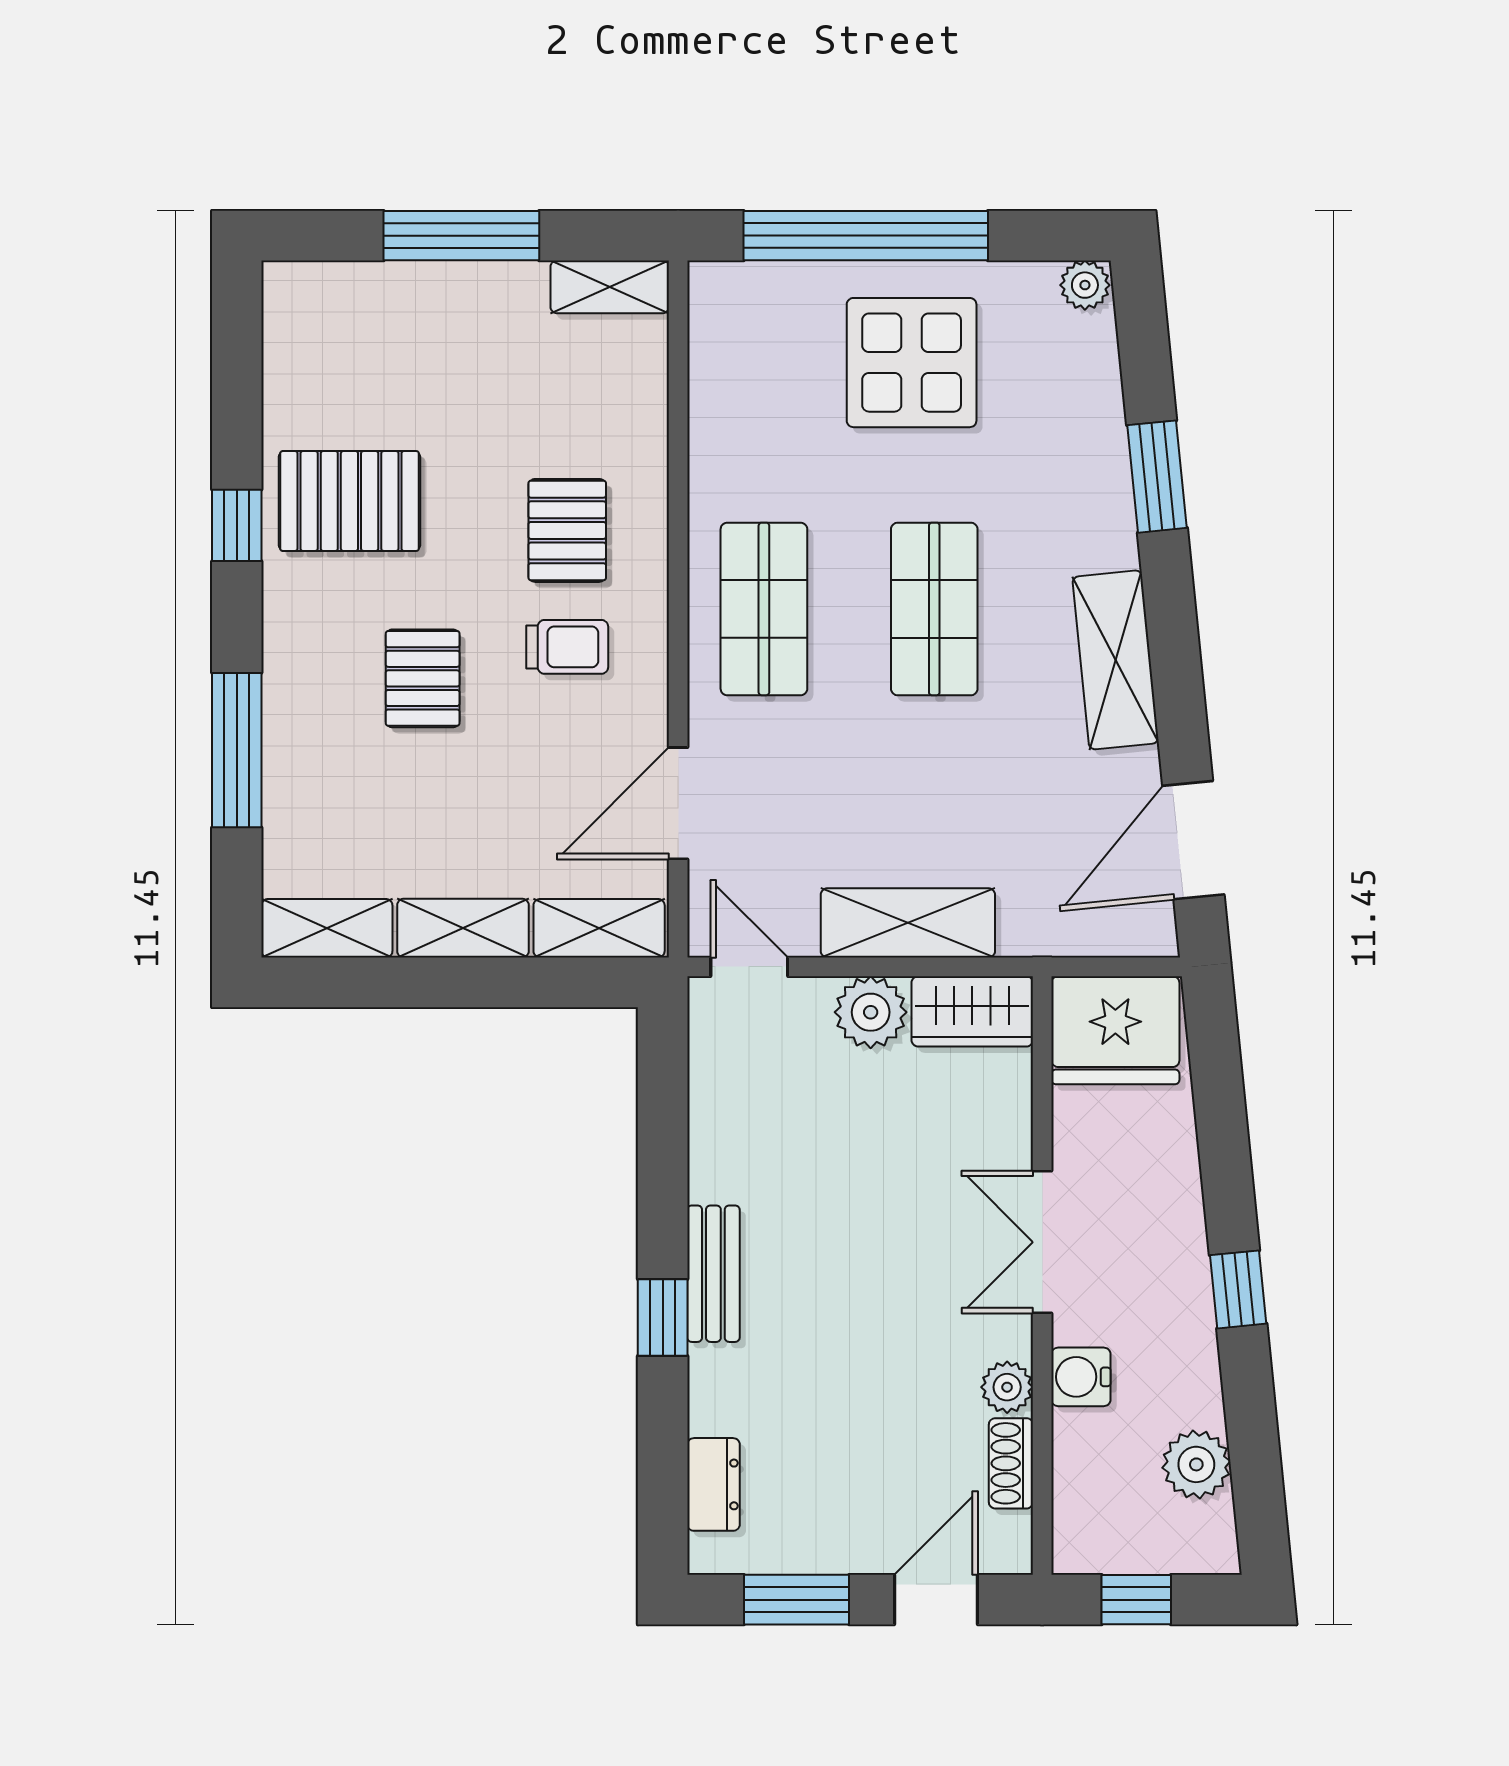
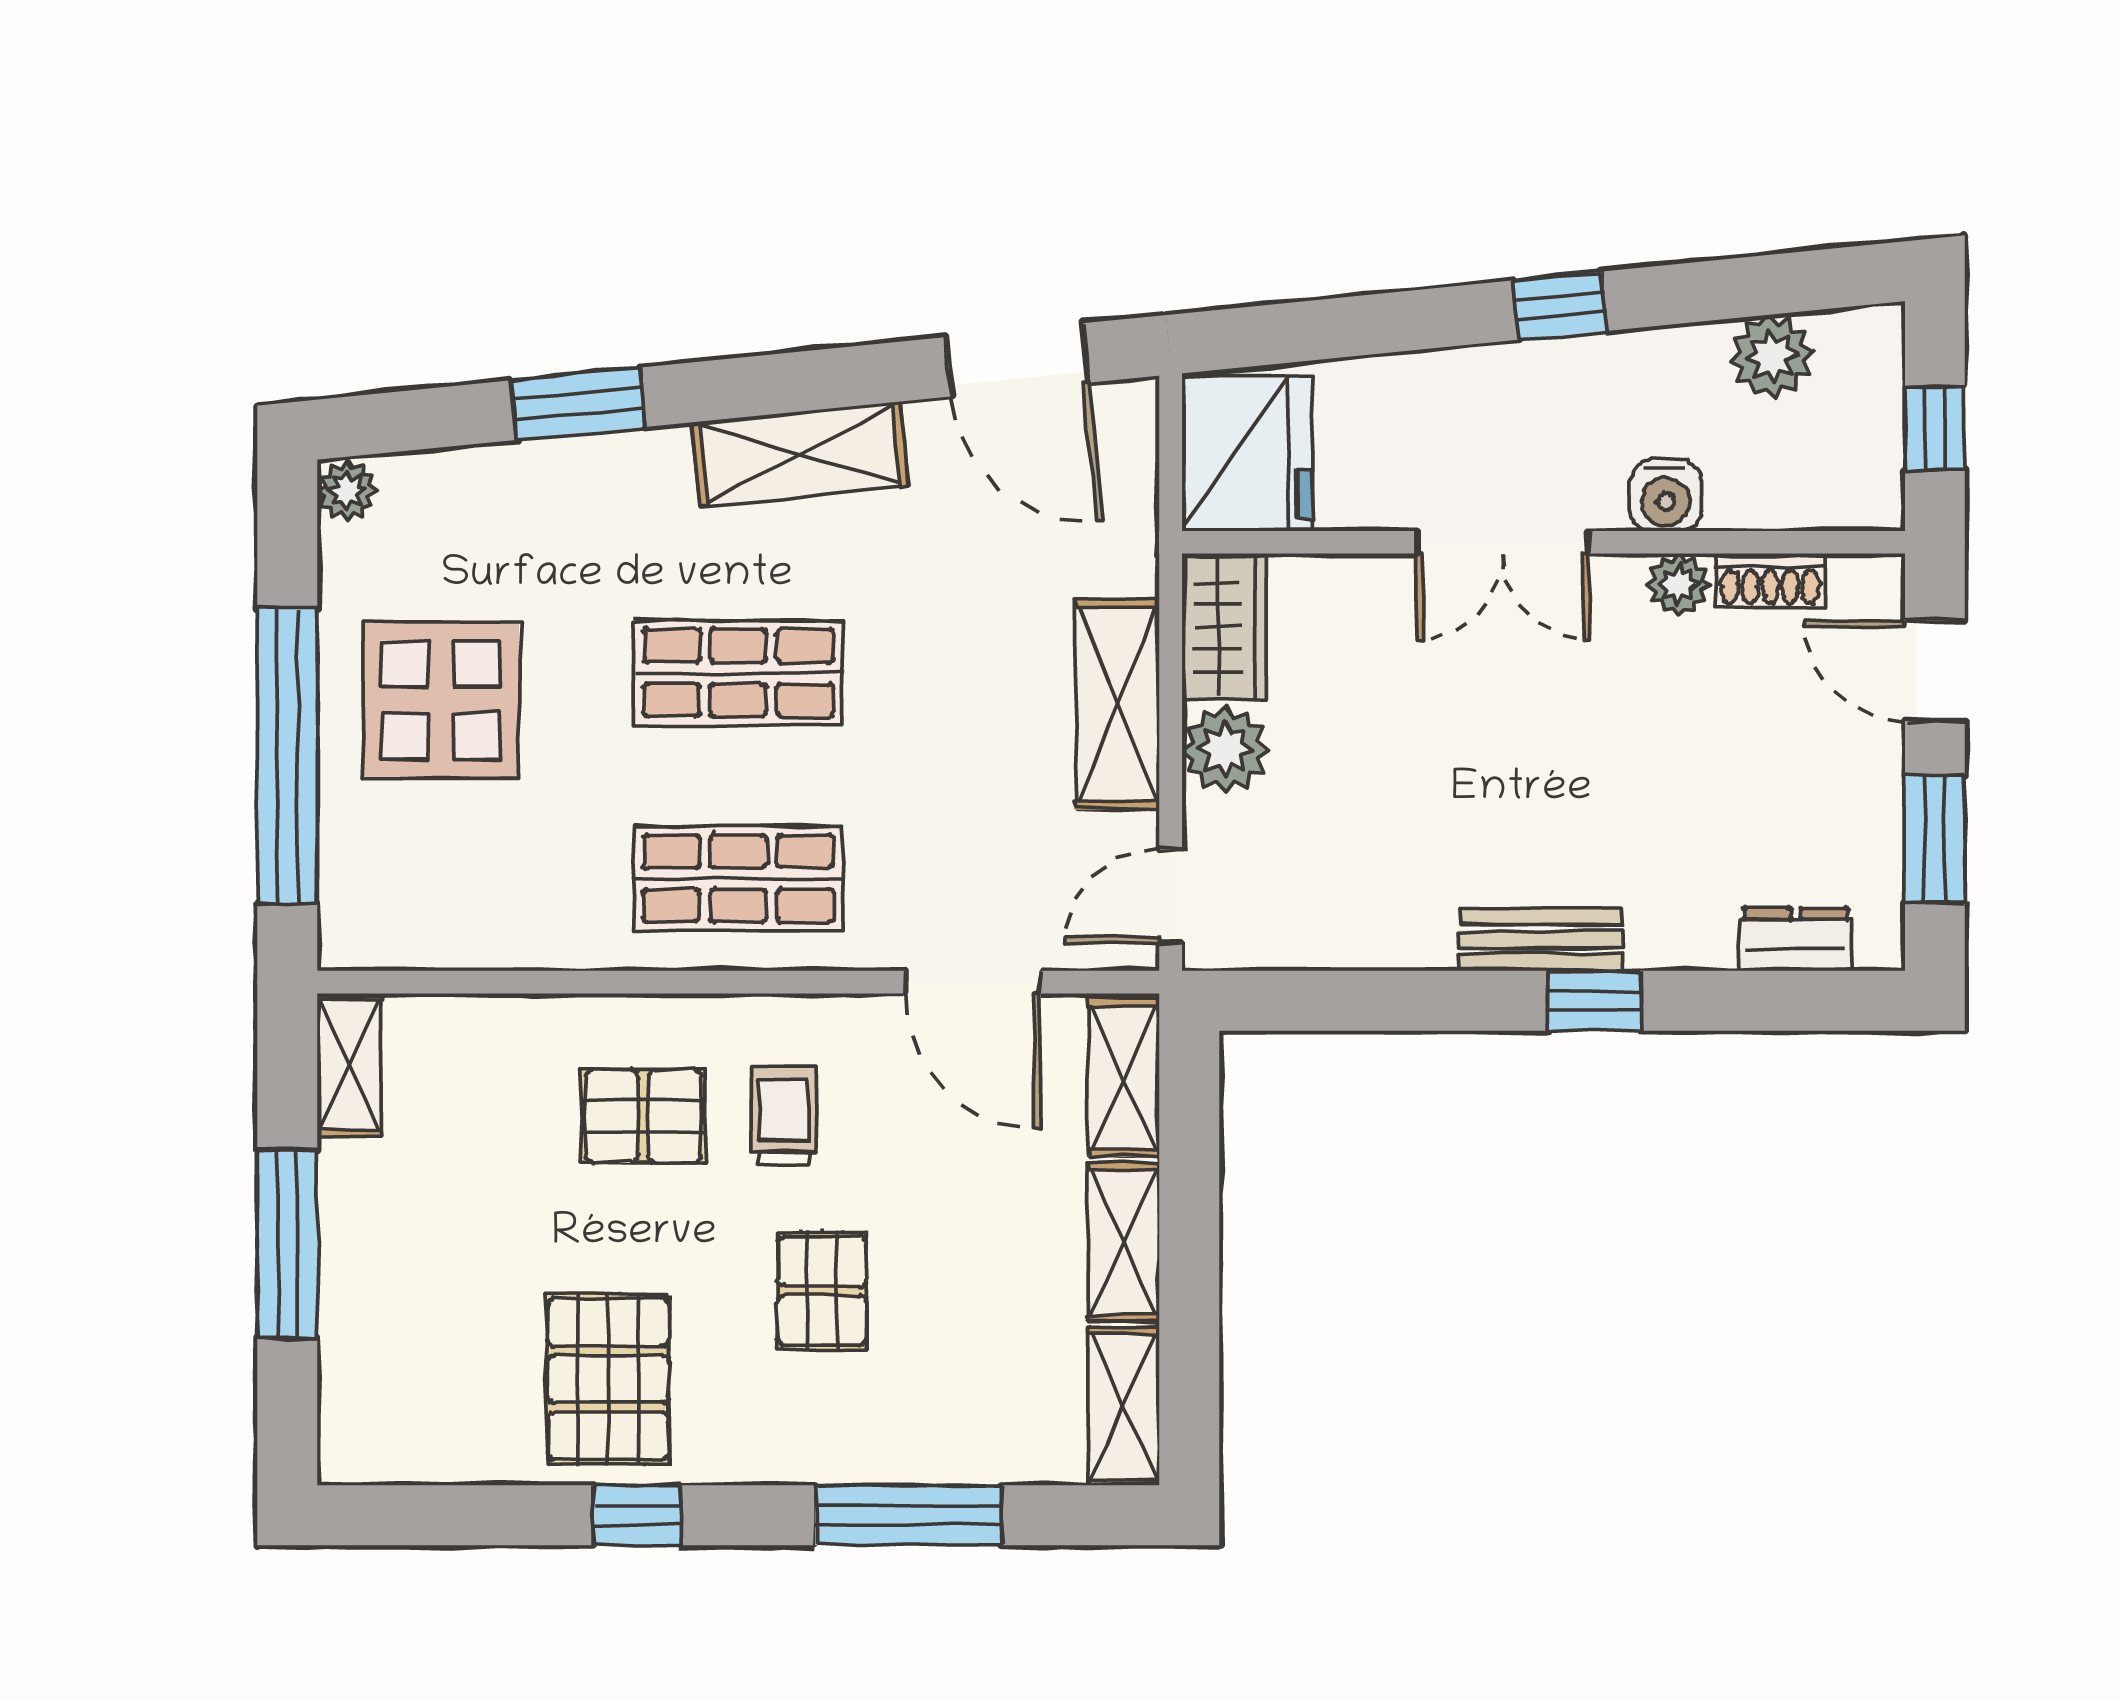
pallet: (423, 678) -> (822, 1291), turned 90

